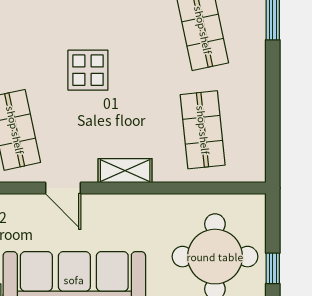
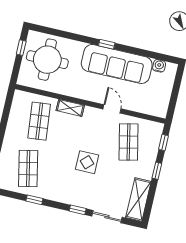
shelving: (125, 171) -> (70, 108), moved

